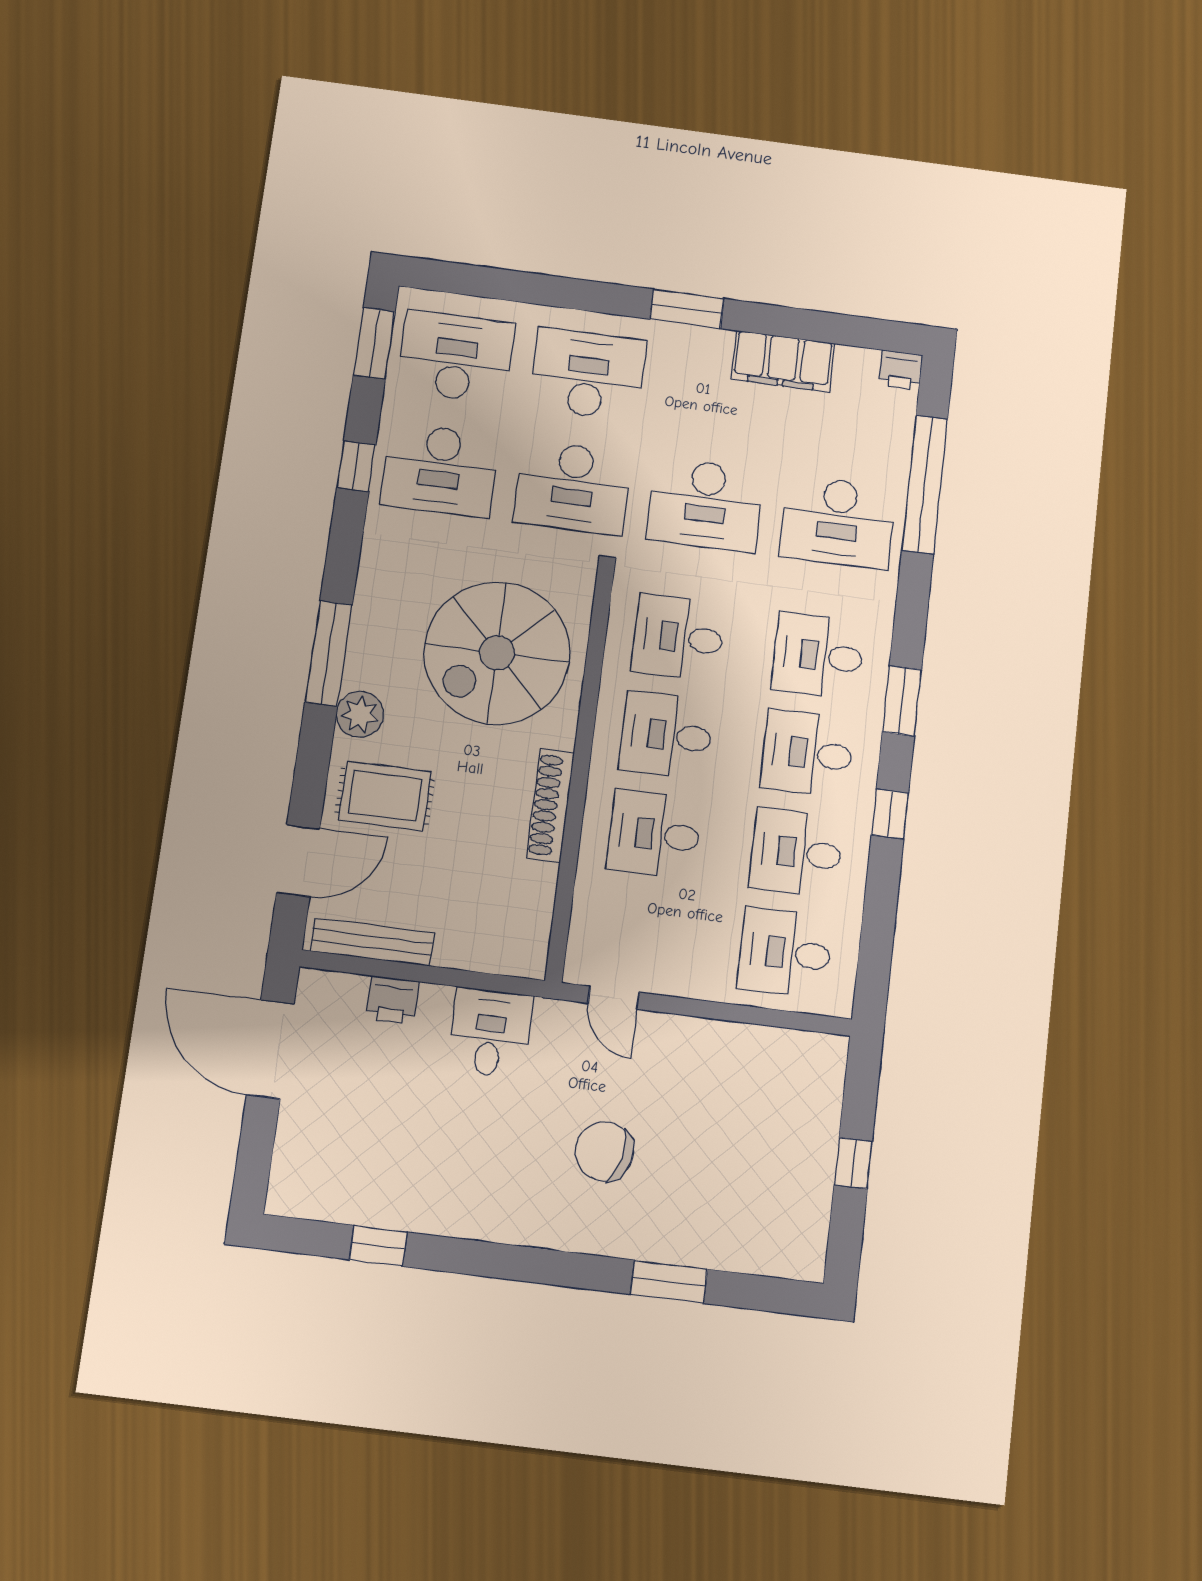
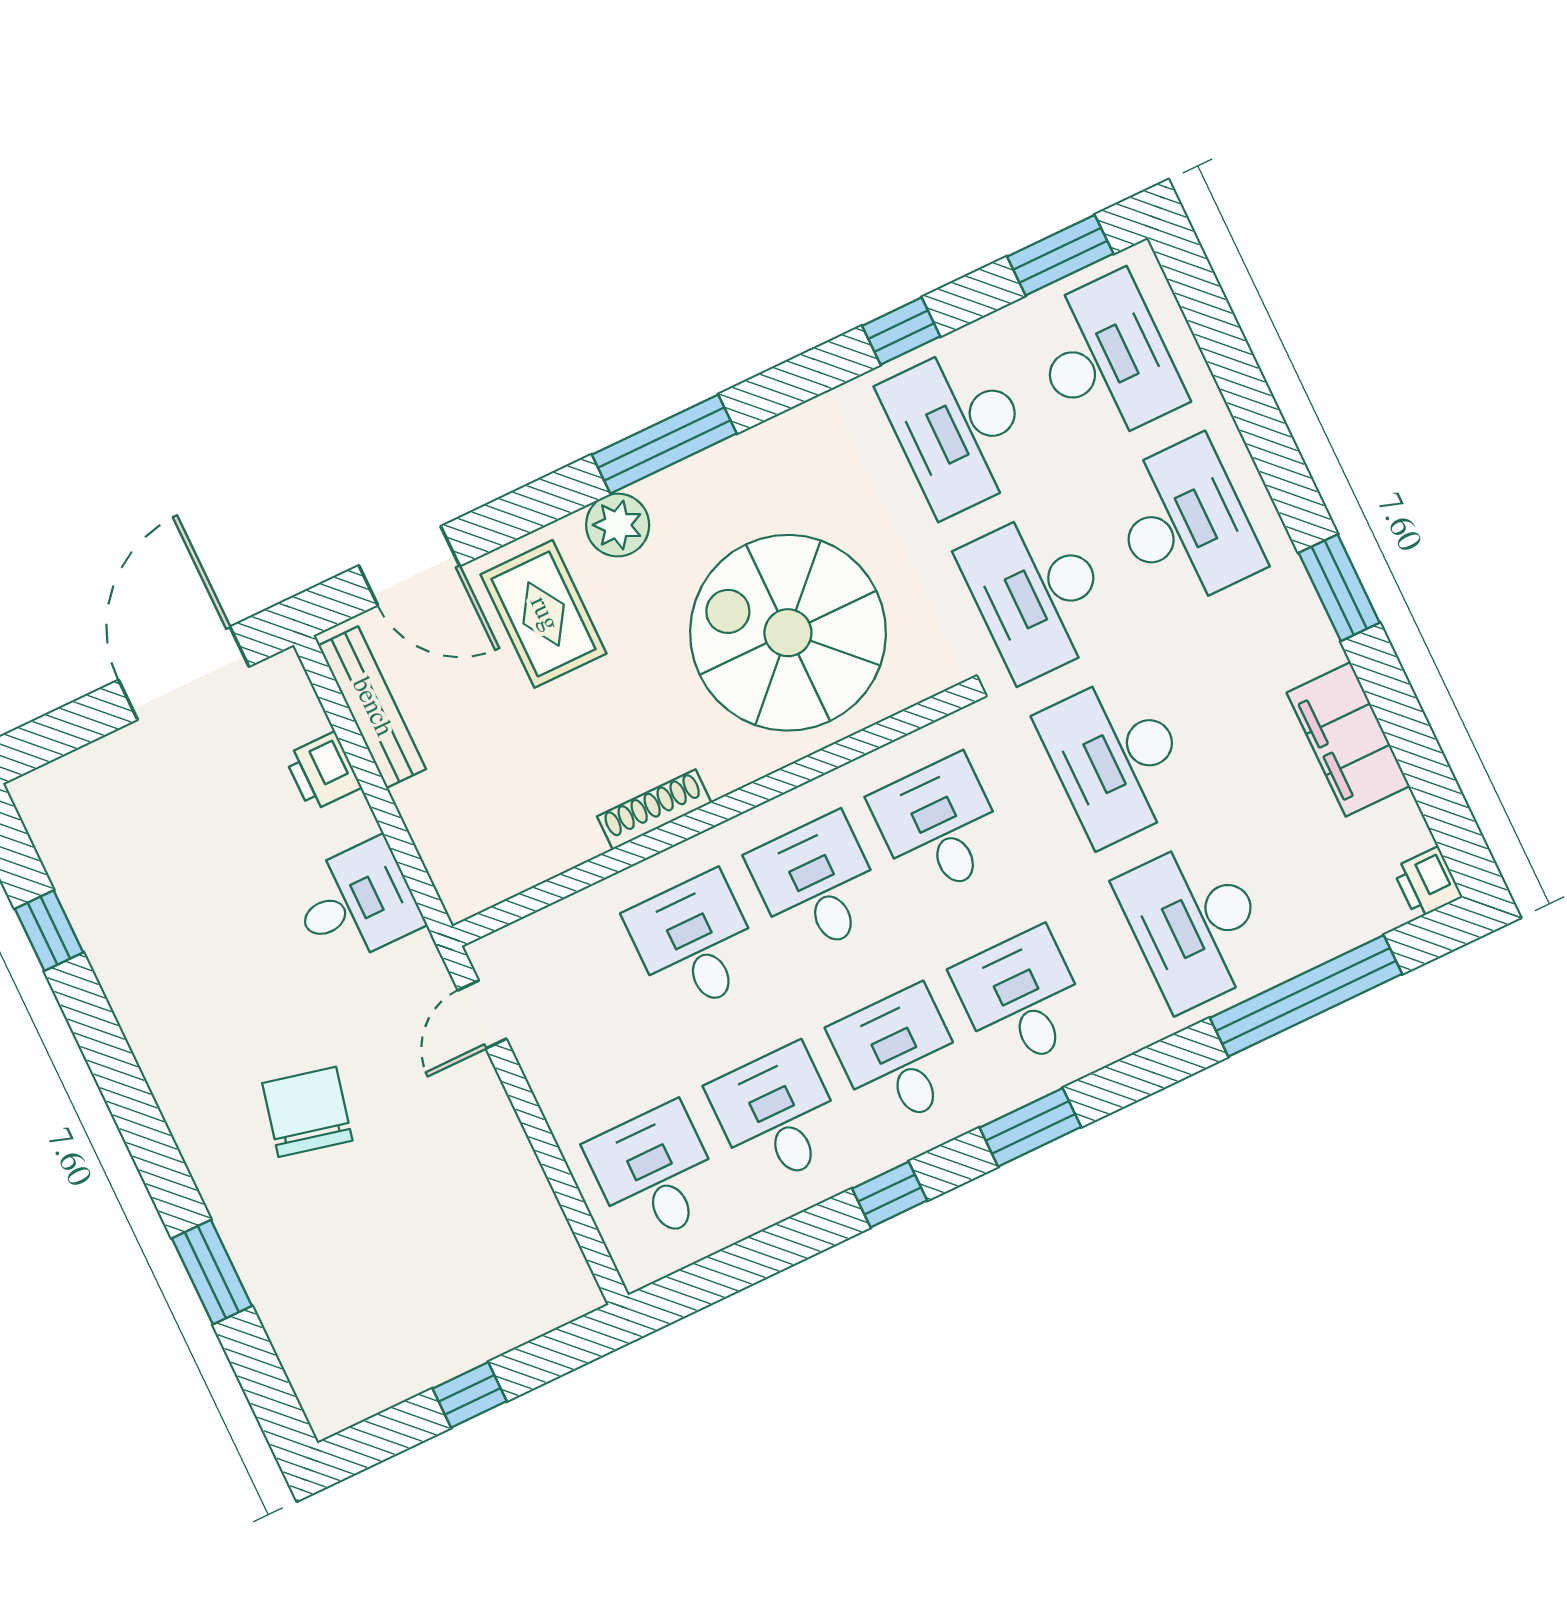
shoe rack: (550, 805) -> (654, 810), width x0.74, depth x0.81

